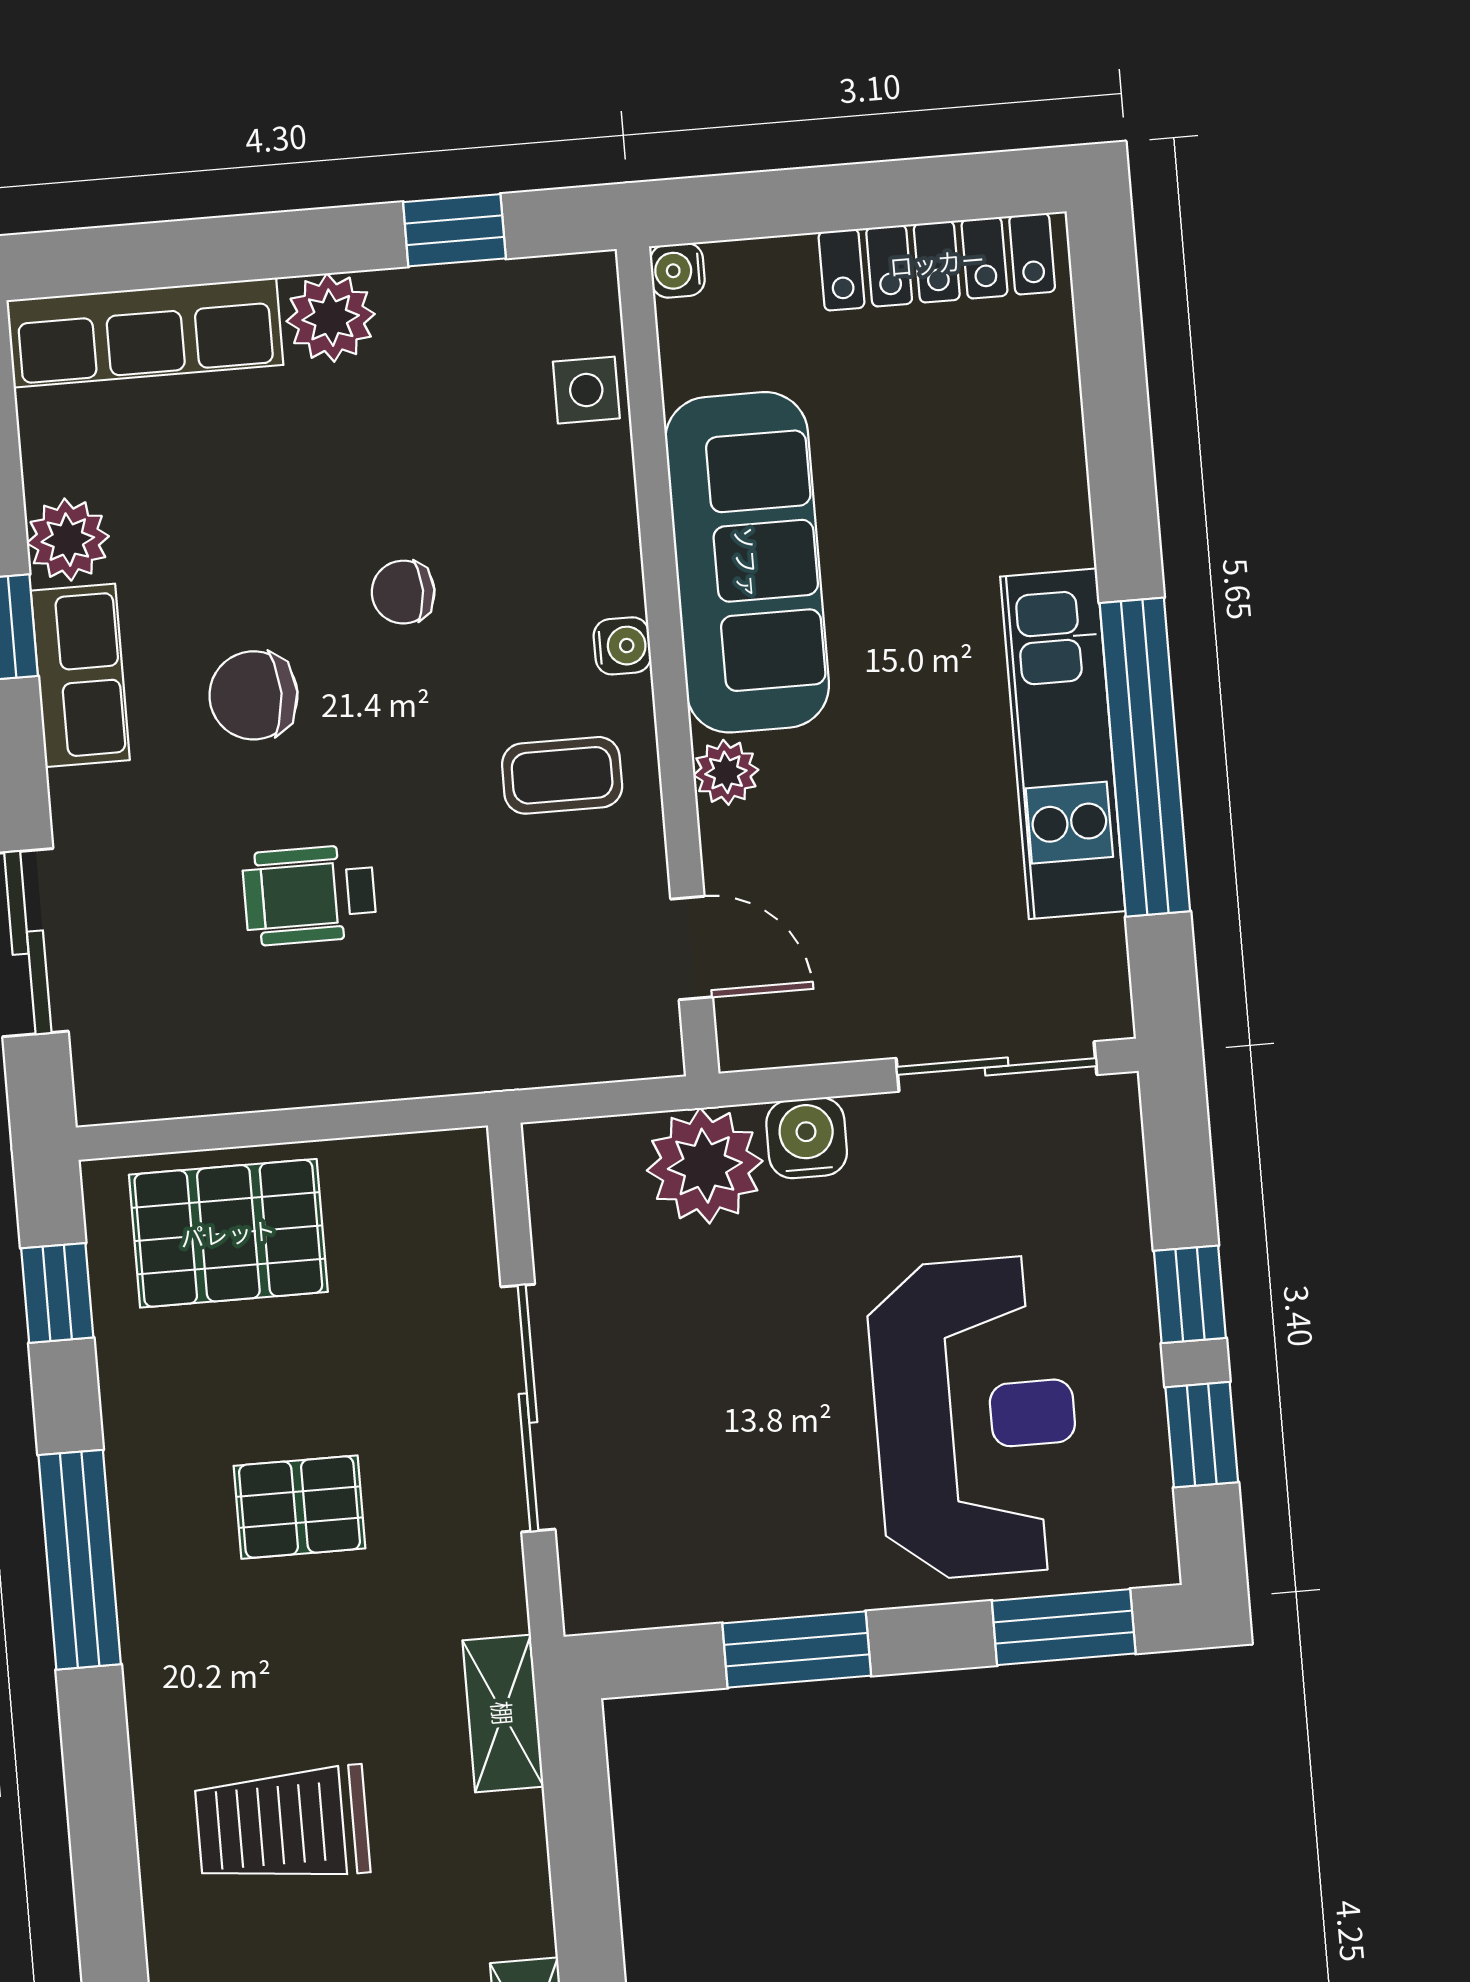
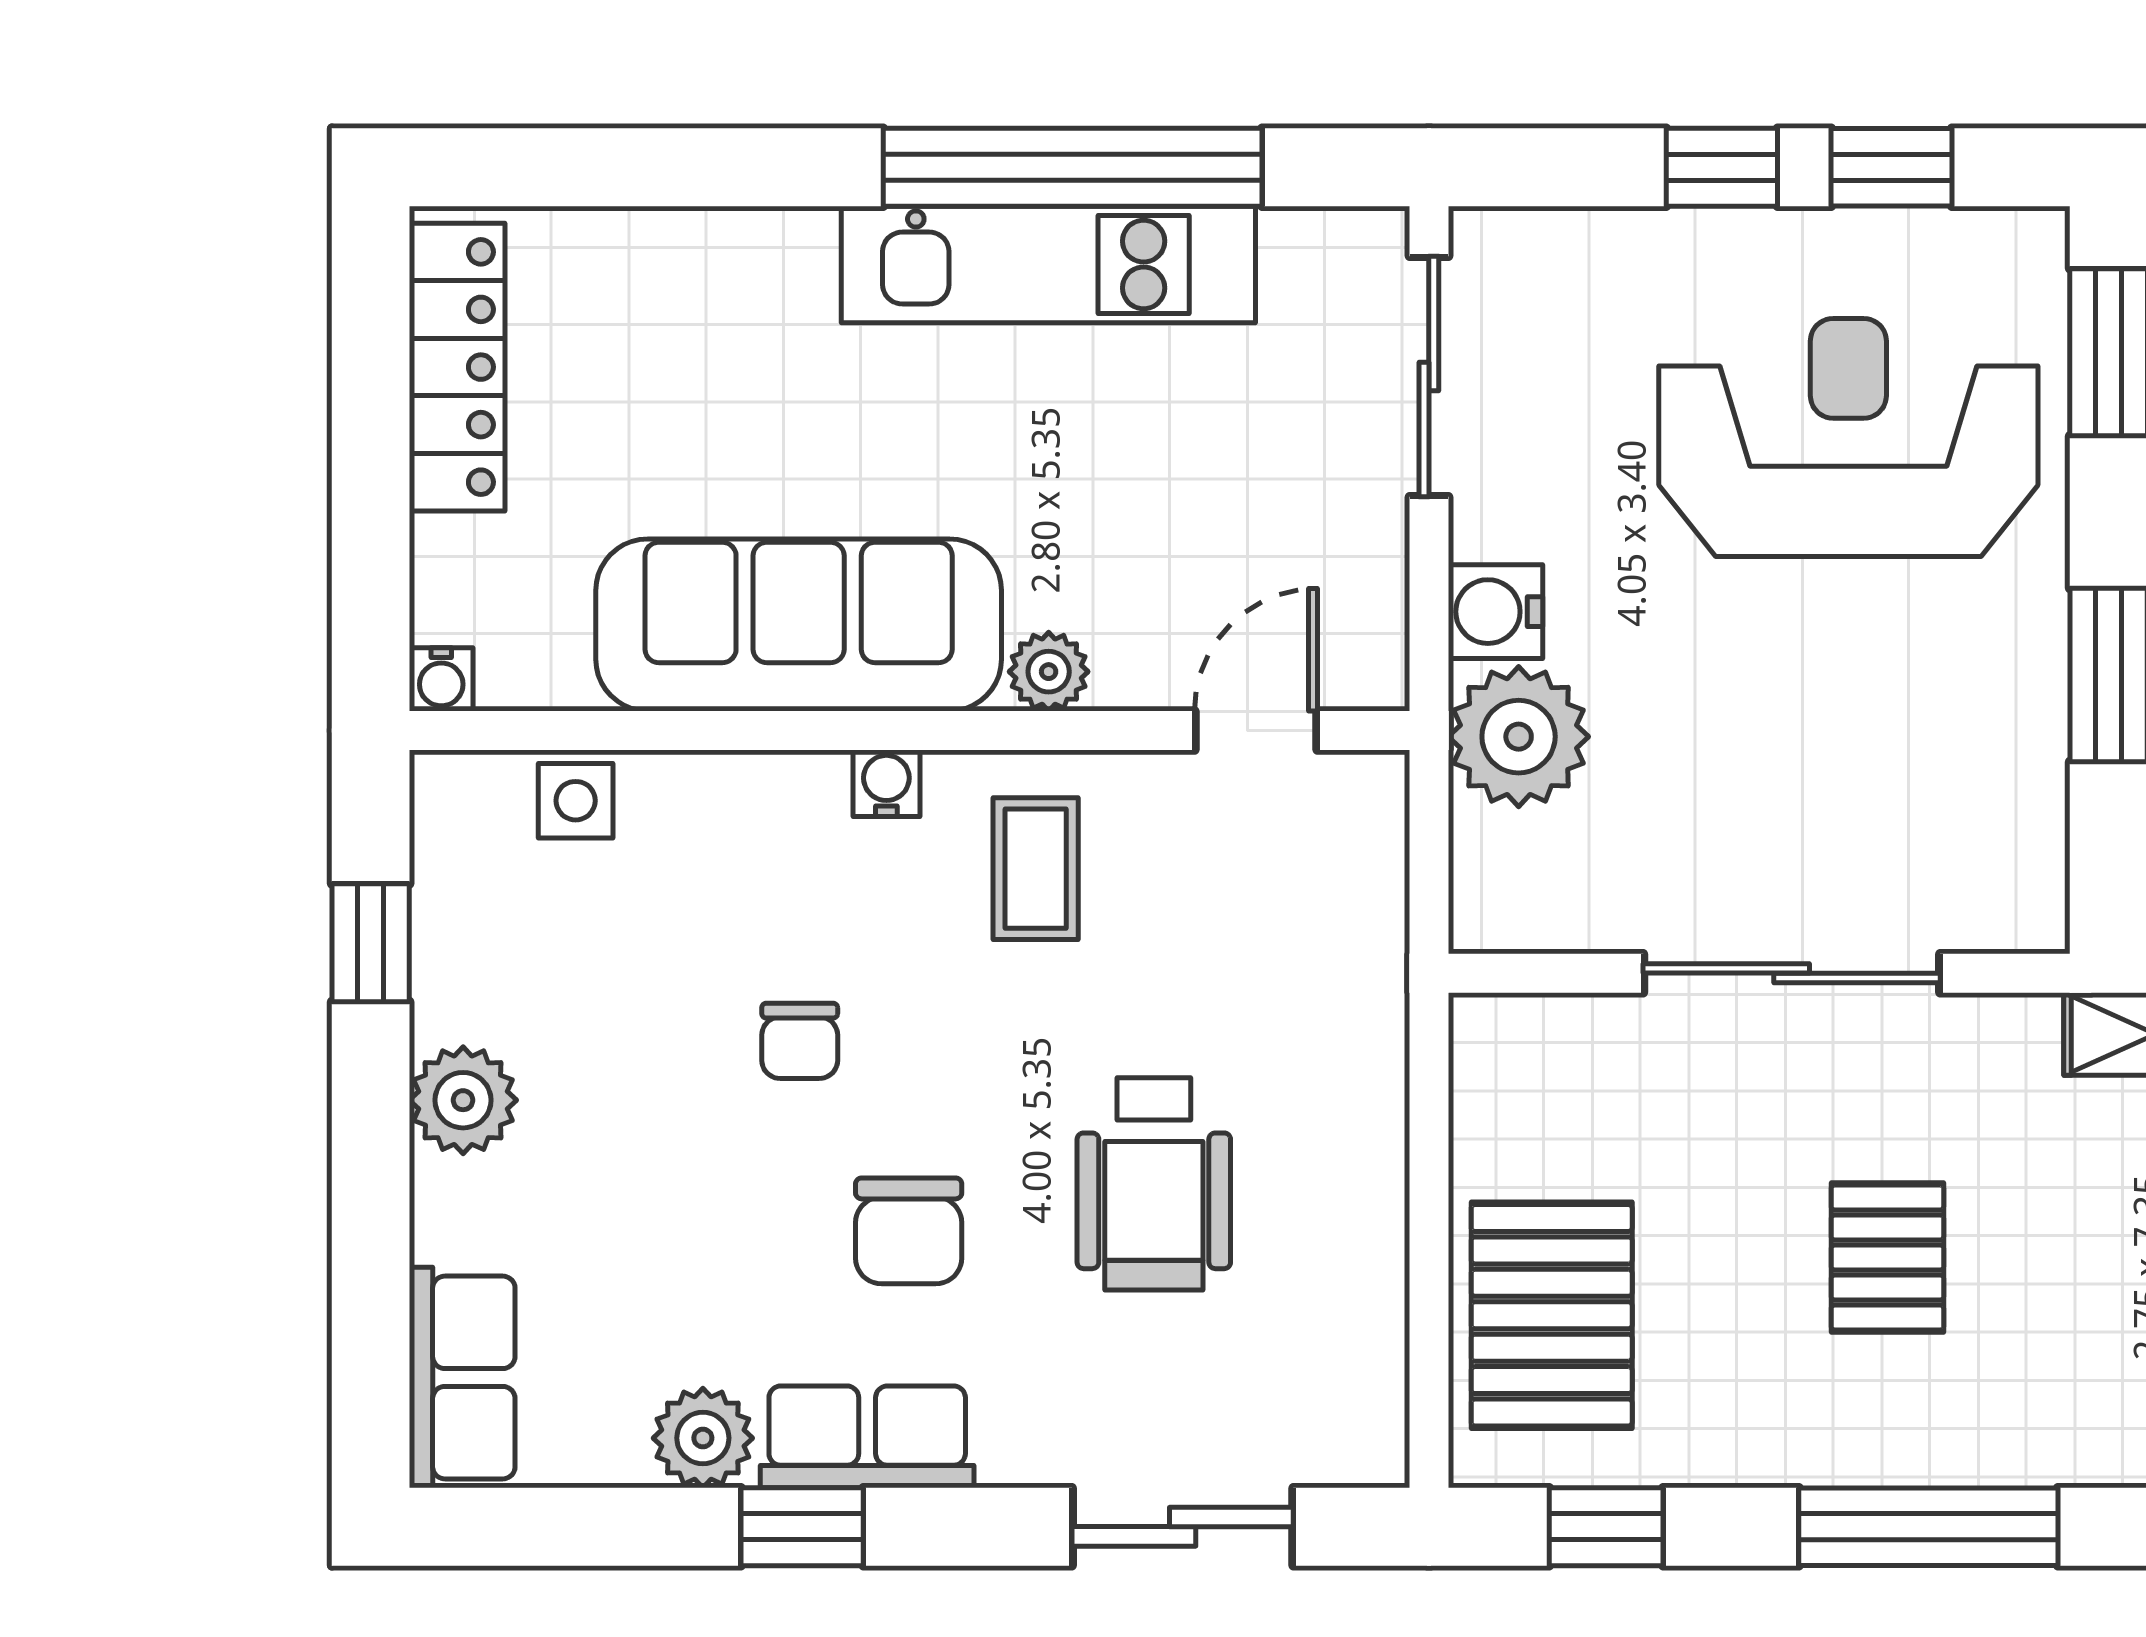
row of seats: (145, 333) -> (462, 1377), width x0.68
wheelchair: (309, 895) -> (1154, 1184), width x1.36, depth x1.37

